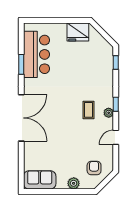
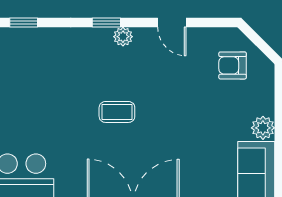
coffee table: (89, 110) -> (117, 112), moved
plant: (74, 183) -> (263, 128), moved

